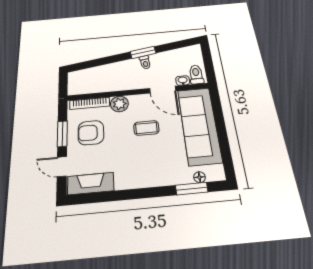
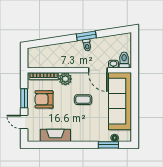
fireplace: (91, 184) -> (55, 135), moved

